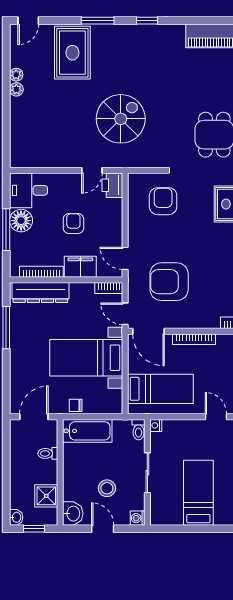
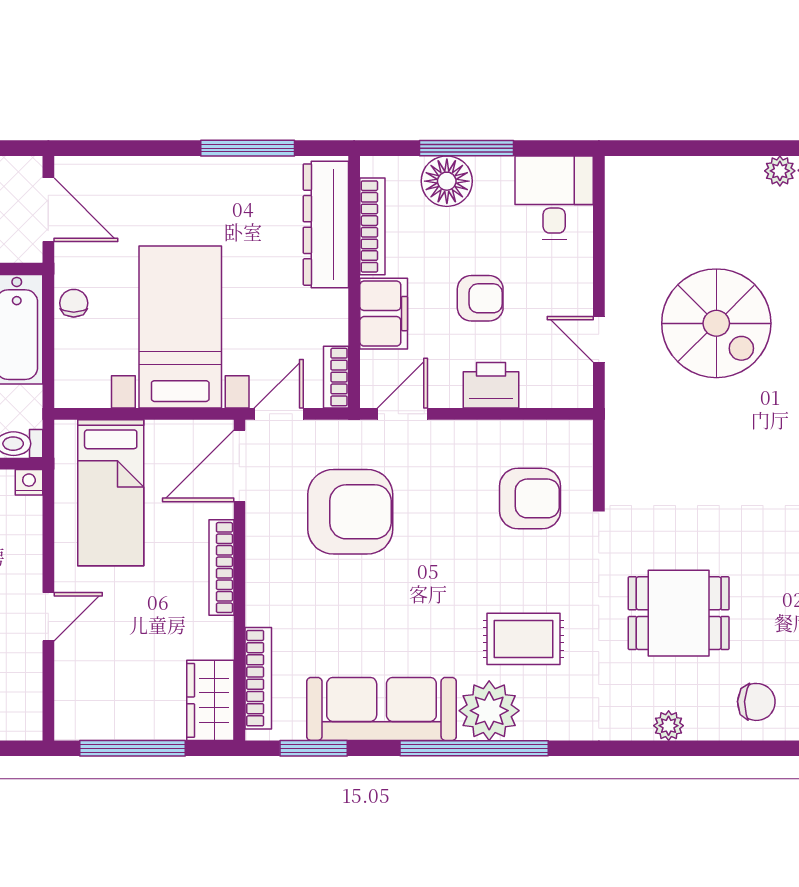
spiral stairs: (121, 119) -> (716, 323), moved
printer: (112, 185) -> (491, 385), moved
floor lamp: (21, 221) -> (447, 181), moved
armchair: (169, 282) -> (350, 512), turned 90

